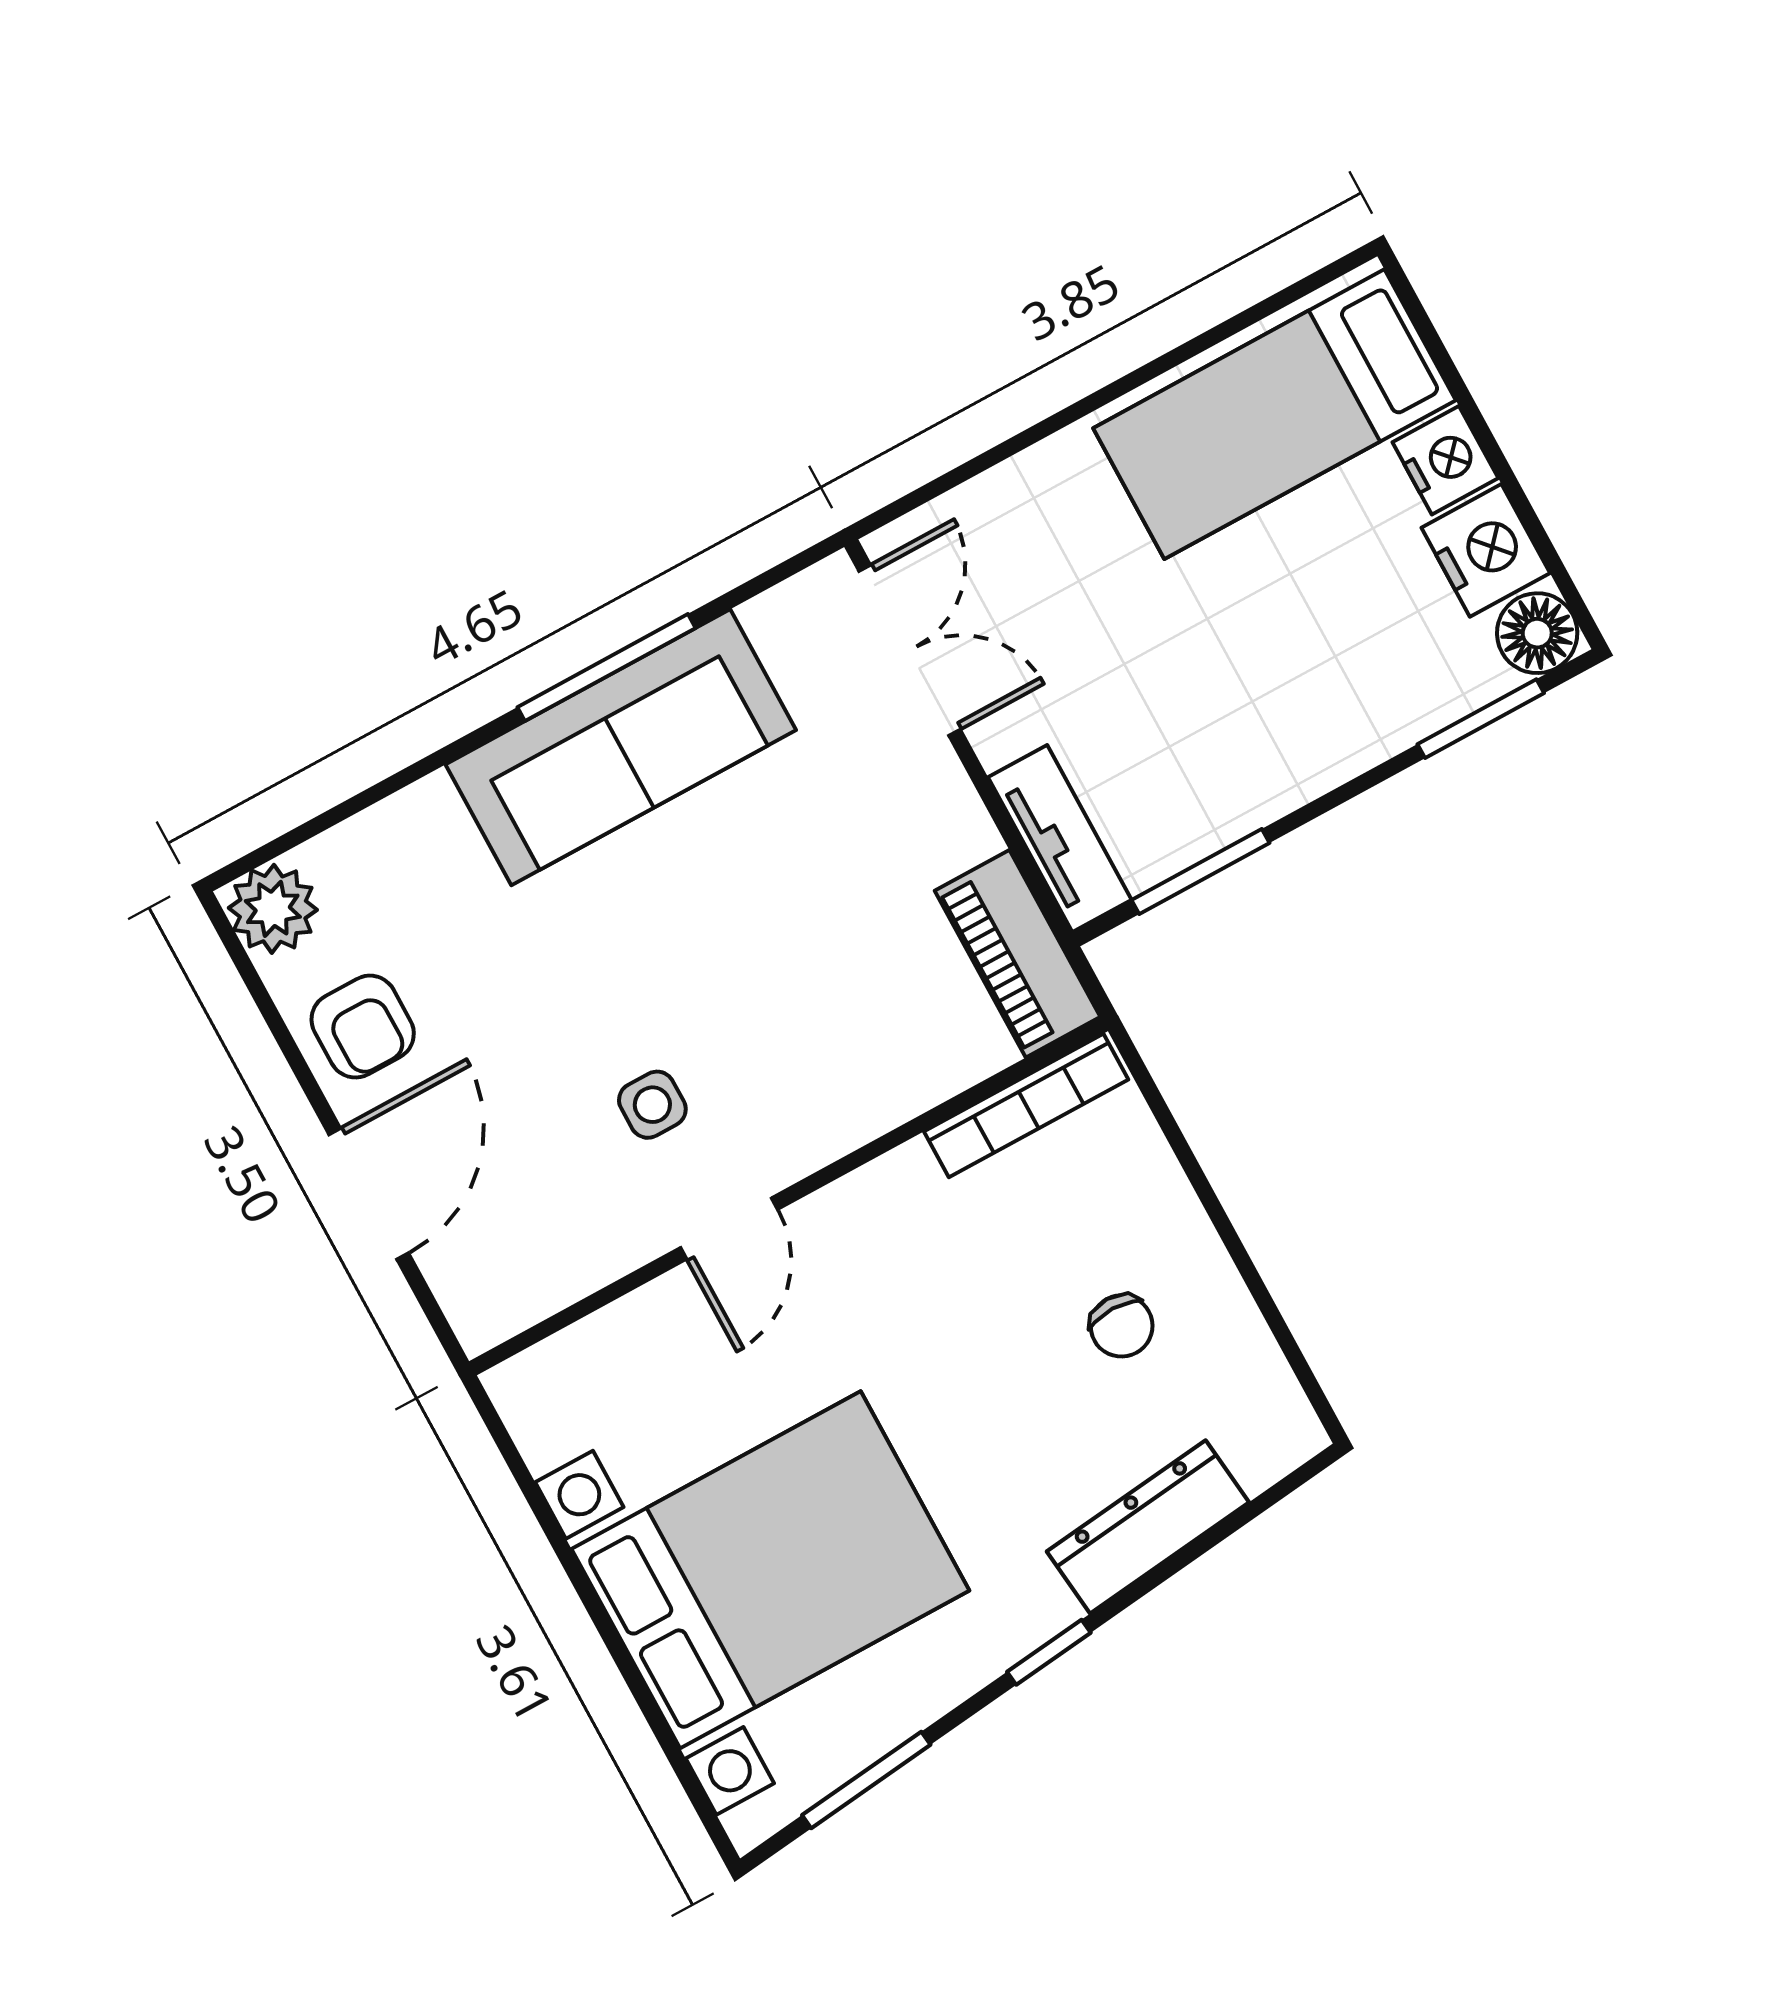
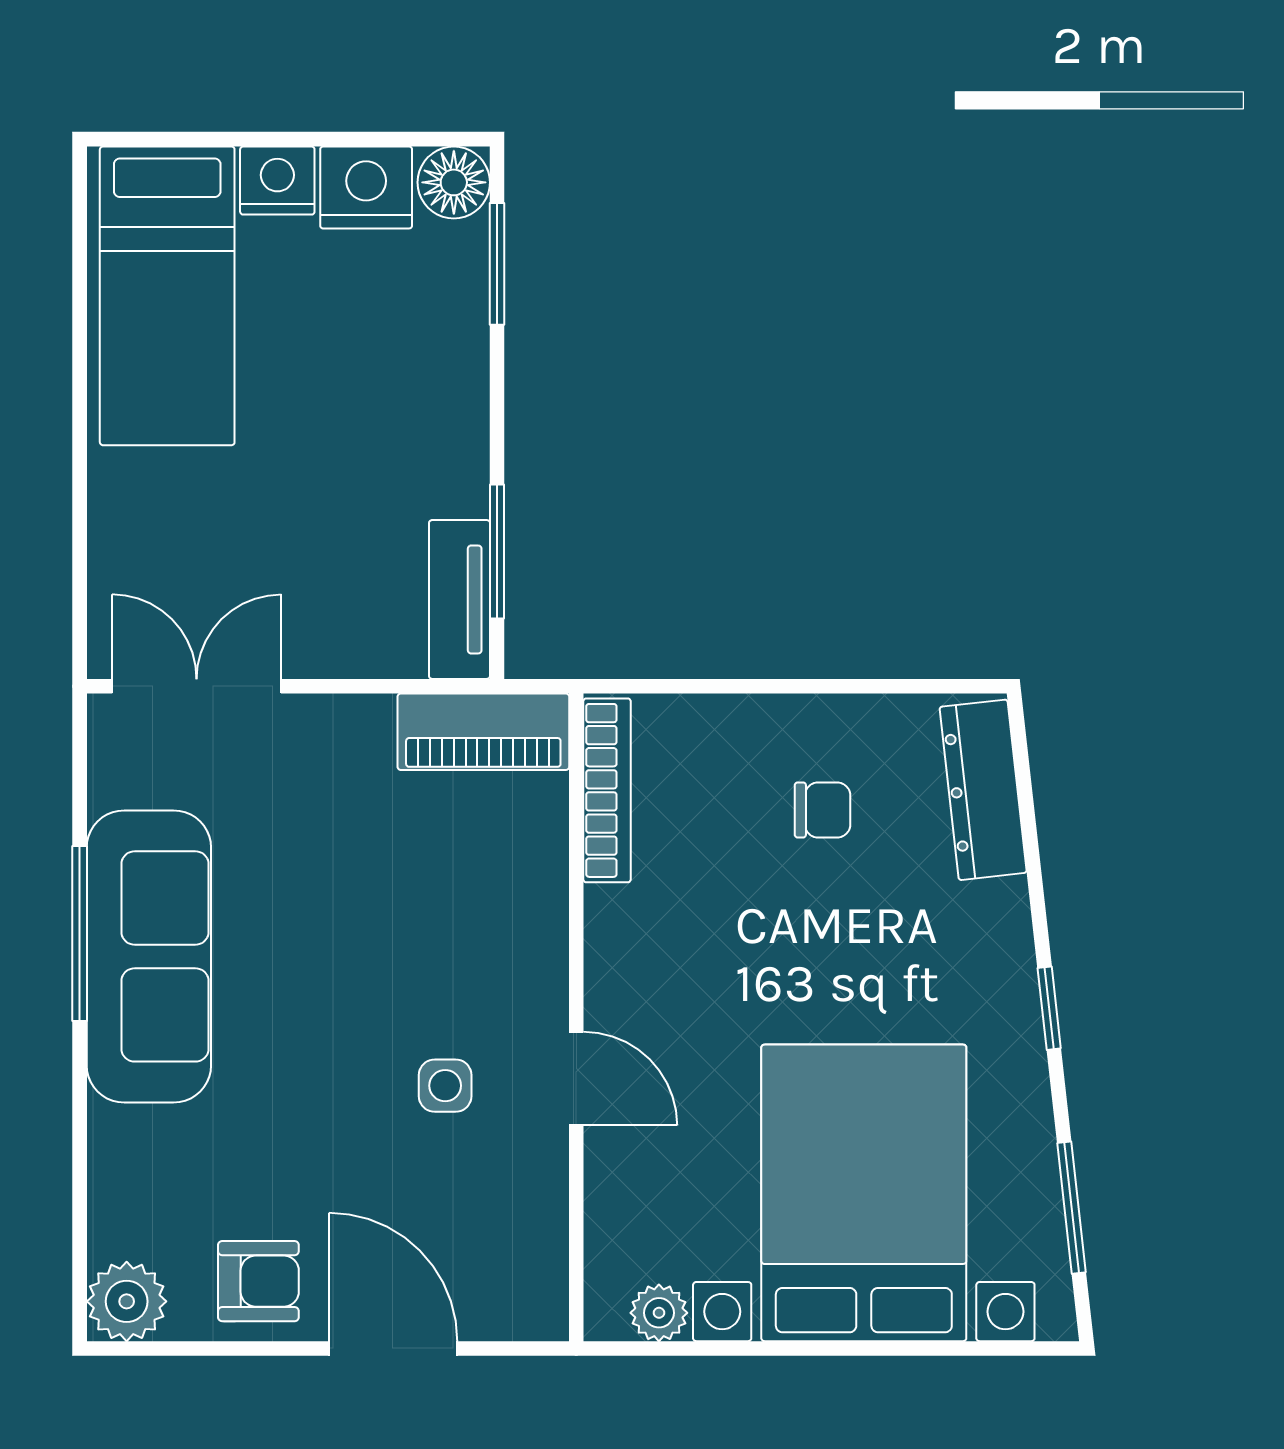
tv unit: (1060, 839) -> (459, 599), moved, turned -90
plant: (545, 1434) -> (659, 1313), added
dresser: (1148, 1527) -> (983, 790), moved

